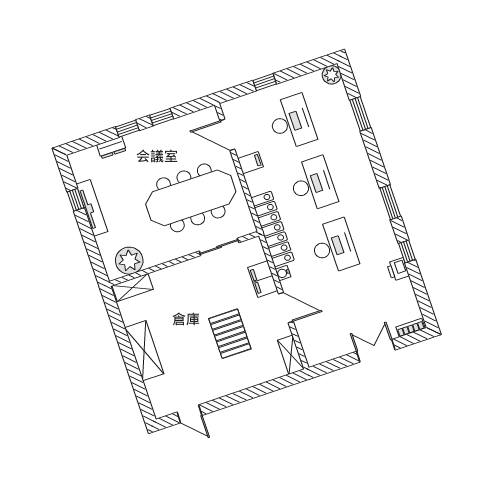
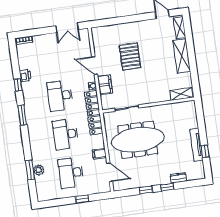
plant: (332, 75) -> (39, 170), moved
plant: (129, 261) -> (180, 110), removed
double door: (376, 351) -> (67, 28), moved
shelving: (291, 355) -> (180, 28), moved

